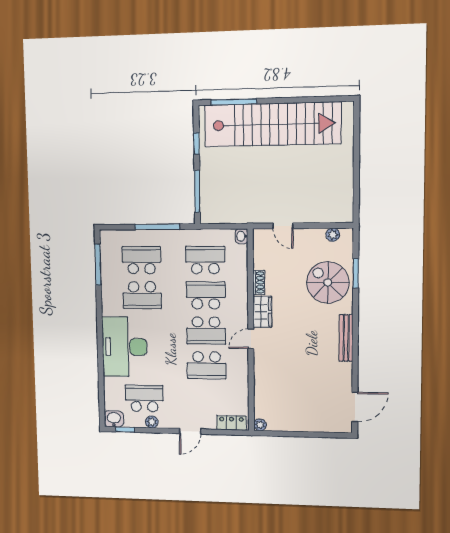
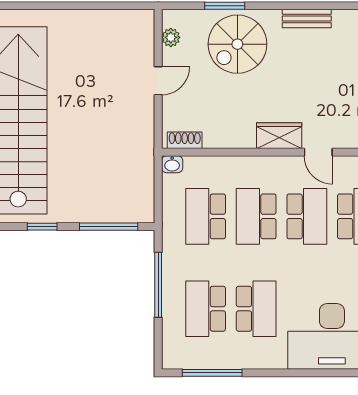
door: (283, 226) -> (158, 81), moved
shoe rack: (259, 282) -> (185, 140), moved
bench: (346, 338) -> (307, 19), width x0.73

